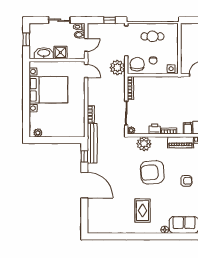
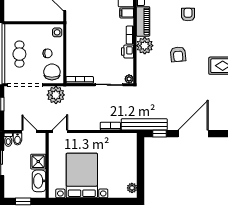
chair: (137, 64) -> (52, 72), turned 90
plant: (144, 144) -> (145, 46), moved
armchair: (152, 172) -> (178, 54), width x0.53, depth x0.53

